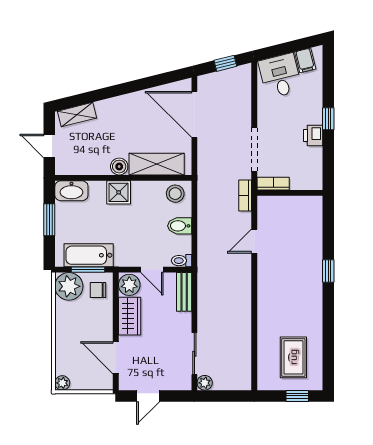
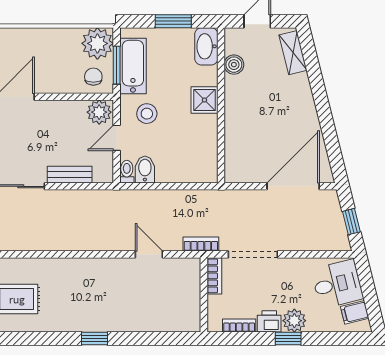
plant: (312, 113) -> (294, 321), added
bookcase: (317, 162) -> (239, 326), added
shelving: (157, 164) -> (237, 143), removed
boiler: (119, 167) -> (234, 65), moved
stool: (175, 194) -> (147, 114), moved
bidet: (180, 226) -> (145, 169), moved
window: (328, 271) -> (95, 339), moved
bench: (184, 292) -> (70, 175), moved
wardrobe: (130, 316) -> (64, 113), removed

